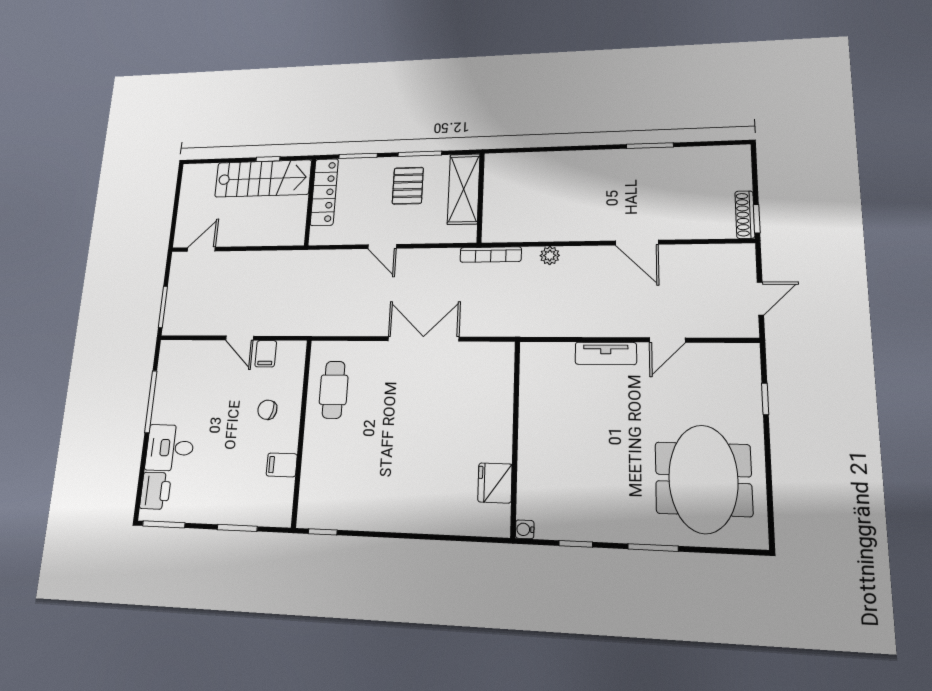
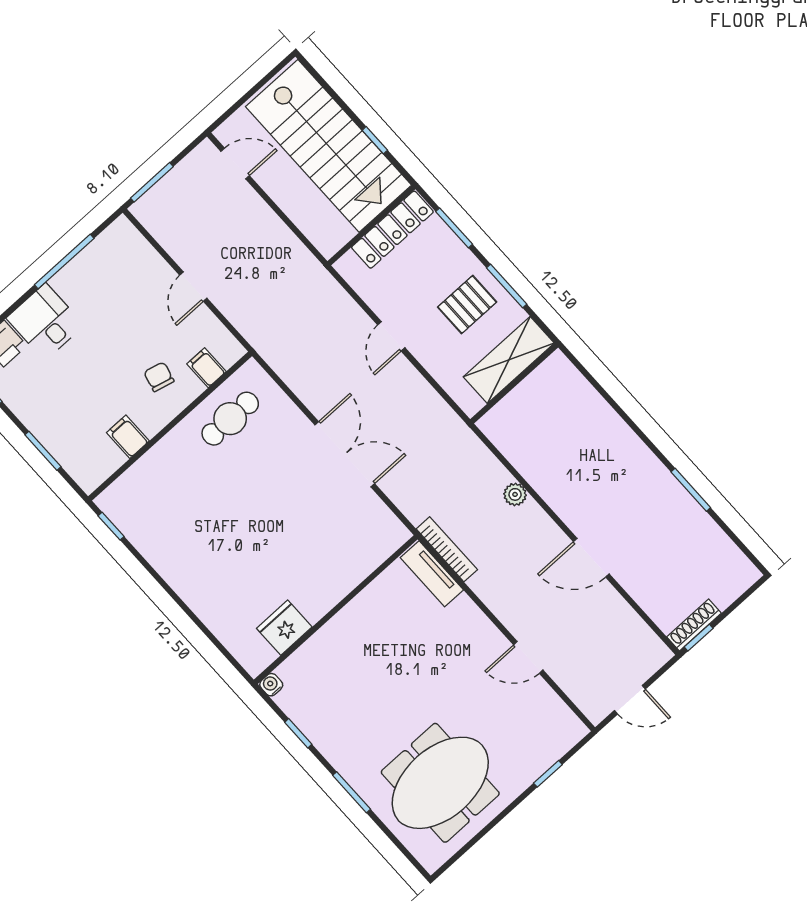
stairs: (263, 178) -> (329, 146), width x1.36, depth x1.51
door: (637, 243) -> (591, 558), hinge flipped
bookcase: (491, 255) -> (447, 549), moved, turned 180
tv unit: (606, 353) -> (432, 574), moved
filing cabinet: (266, 354) -> (206, 368), moved, turned 90

